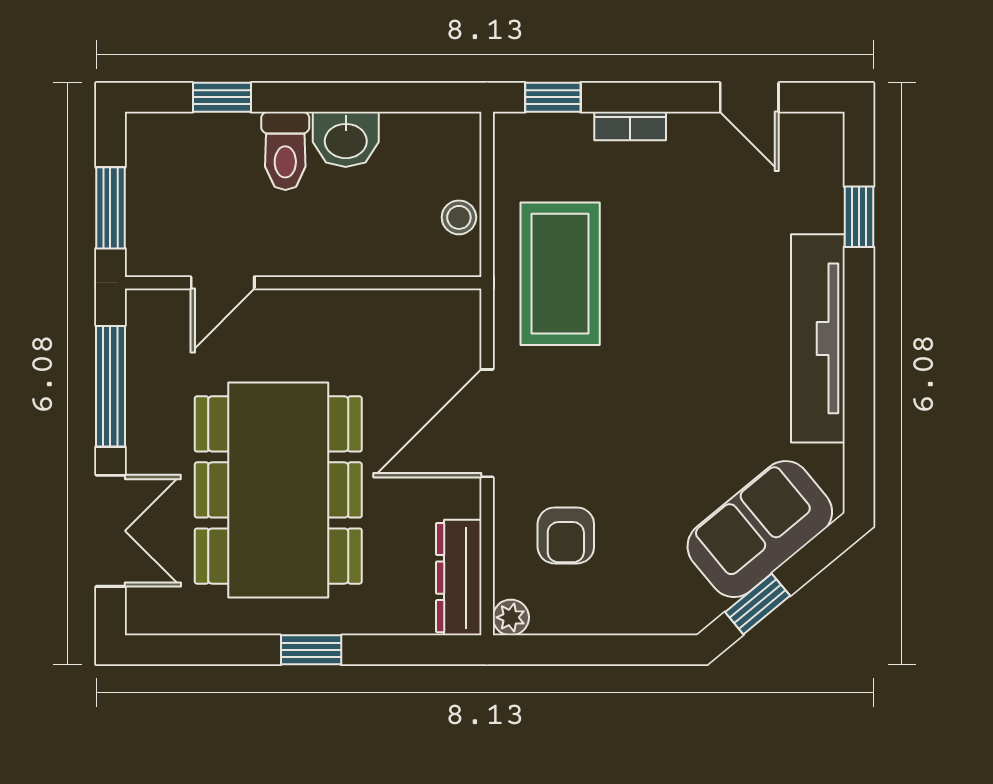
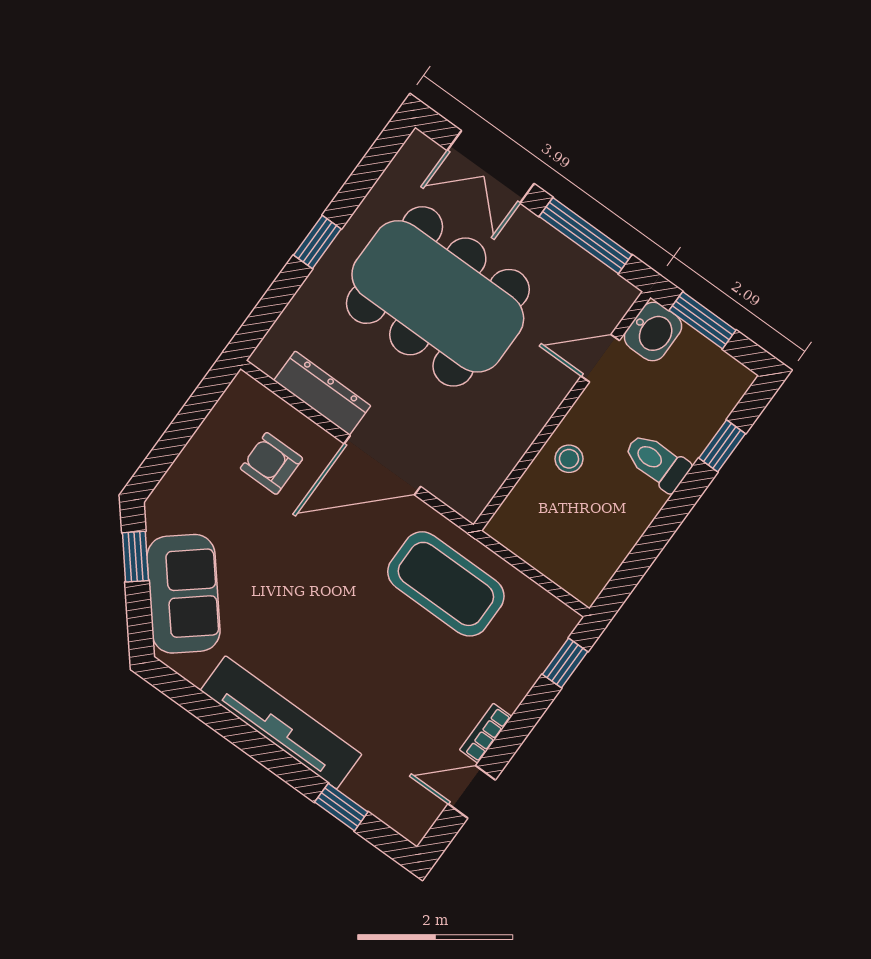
bookcase: (630, 126) -> (486, 733), moved
washbasin: (346, 139) -> (653, 332), moved, turned 180
stool: (459, 217) -> (569, 459), moved
door: (223, 283) -> (600, 358), hinge flipped
door: (487, 423) -> (382, 465), swing flipped
dresser: (459, 578) -> (322, 393), moved
plant: (511, 617) -> (244, 388), removed

